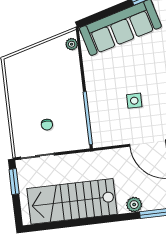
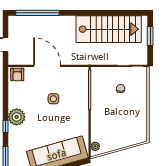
window: (14, 182) -> (150, 36), moved
plant: (134, 205) -> (63, 21), removed

